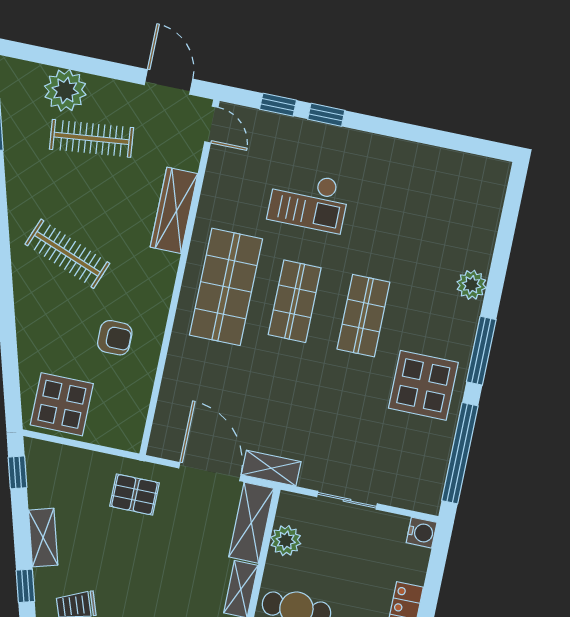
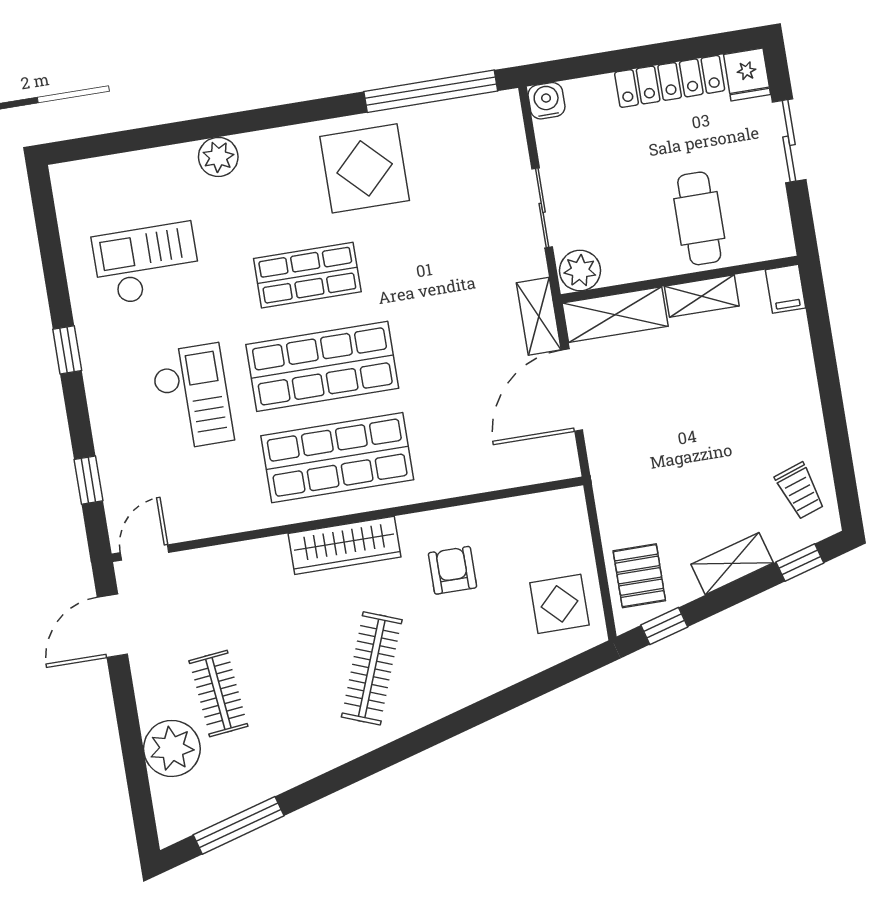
window: (326, 115) -> (67, 350), moved
clothes rail: (91, 138) -> (218, 693), width x0.73
checkout: (415, 205) -> (146, 264), added
wardrobe: (174, 210) -> (345, 545), moved
shop shelf: (295, 301) -> (322, 366), width x1.43, depth x1.36
window: (481, 351) -> (295, 114), removed
display table: (62, 404) -> (559, 604), width x0.73, depth x0.73
pallet: (135, 495) -> (639, 576), moved
plant: (286, 541) -> (580, 271), moved

